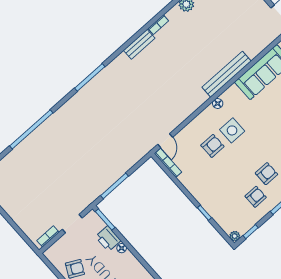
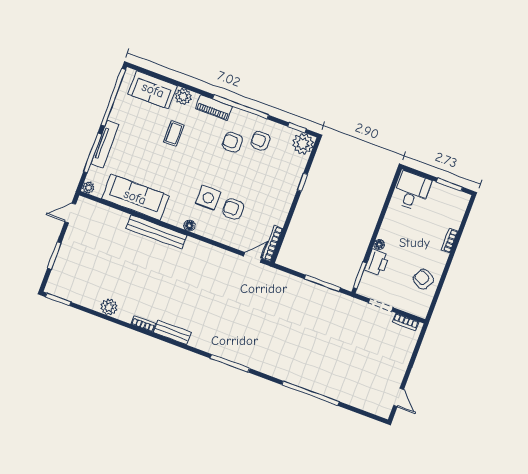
plant: (235, 236) -> (303, 144), width x1.88, depth x1.88

